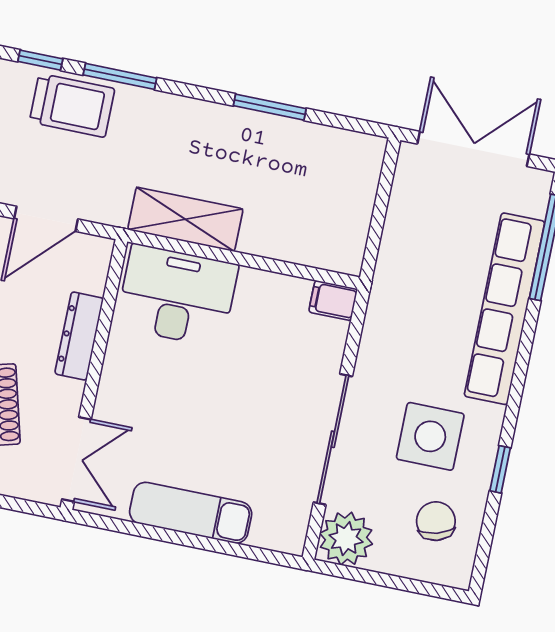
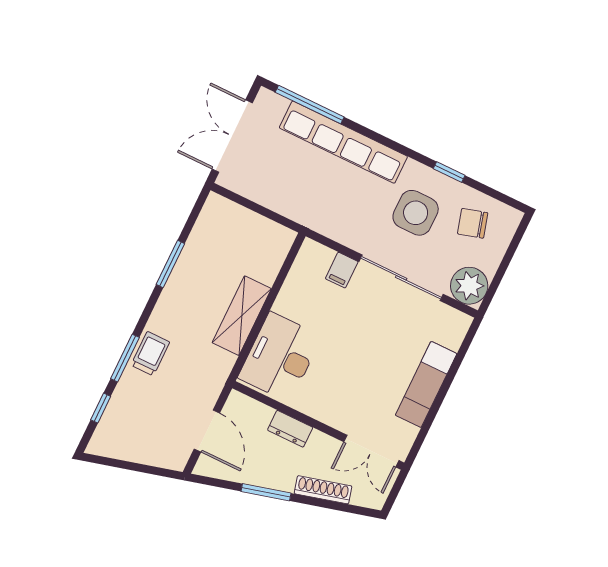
trolley: (72, 105) -> (150, 354), moved, width x0.73, depth x0.72
shelving: (185, 219) -> (242, 316), moved
filing cabinet: (333, 300) -> (342, 270), moved
dresser: (79, 336) -> (290, 429), width x0.70
double door: (76, 459) -> (371, 451), swing flipped

